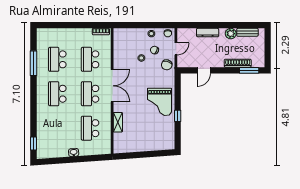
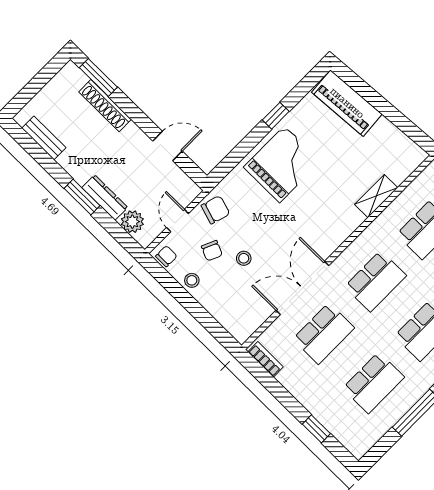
window: (61, 25) -> (316, 429), added
window: (215, 25) -> (82, 197), added
plant: (231, 34) -> (132, 222), moved
door: (176, 49) -> (178, 220), hinge flipped
double door: (112, 86) -> (302, 288), moved
piano: (158, 143) -> (347, 103), added

